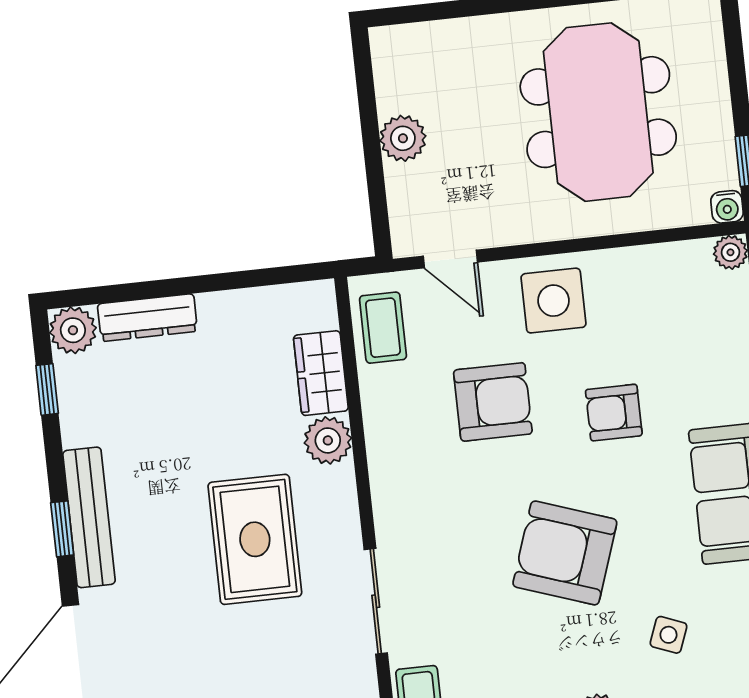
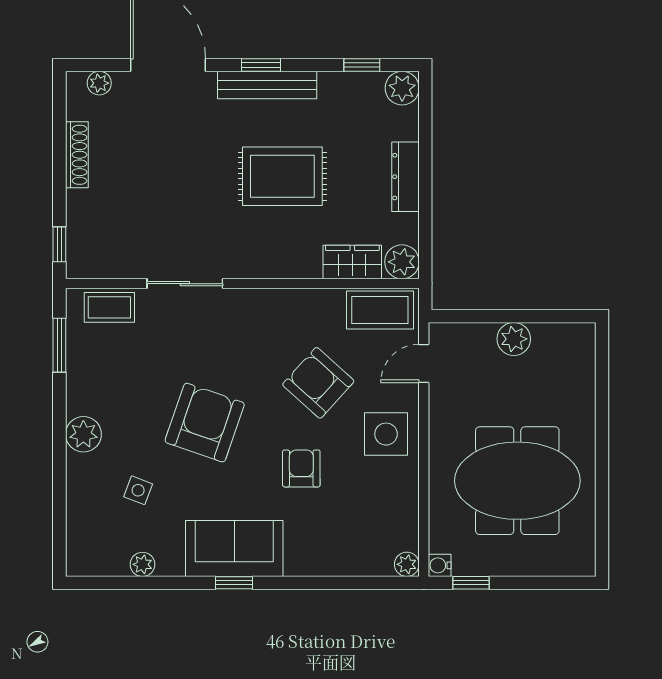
dresser: (147, 318) -> (405, 177), moved
coffee table: (383, 328) -> (380, 310), width x1.36, depth x1.30
armchair: (493, 402) -> (318, 383), turned 132
plant: (328, 440) -> (402, 262), moved
rug: (255, 539) -> (282, 176), moved

